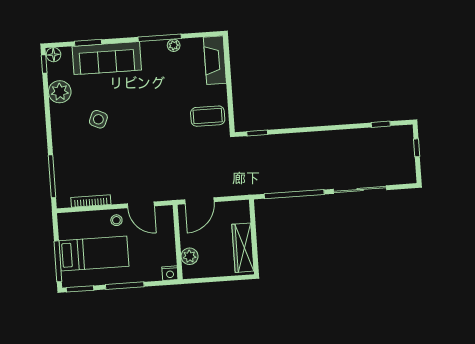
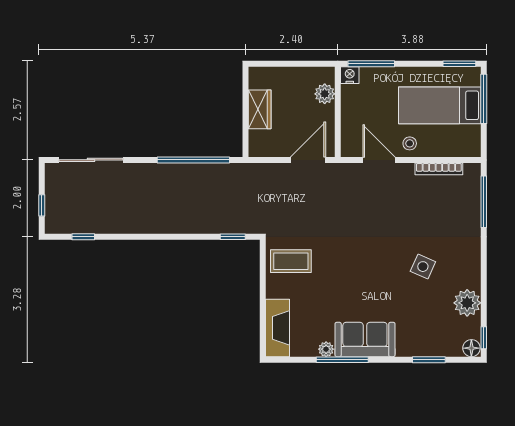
sofa: (107, 58) -> (365, 339), moved, width x0.73
sliding door: (360, 190) -> (91, 160), moved
wardrobe: (243, 248) -> (260, 109), width x0.67
window: (125, 286) -> (371, 64), moved

